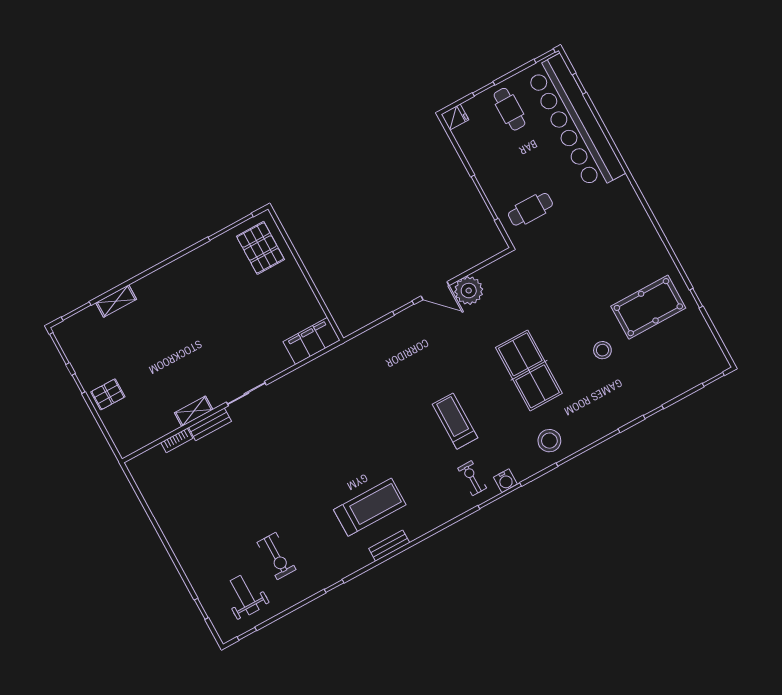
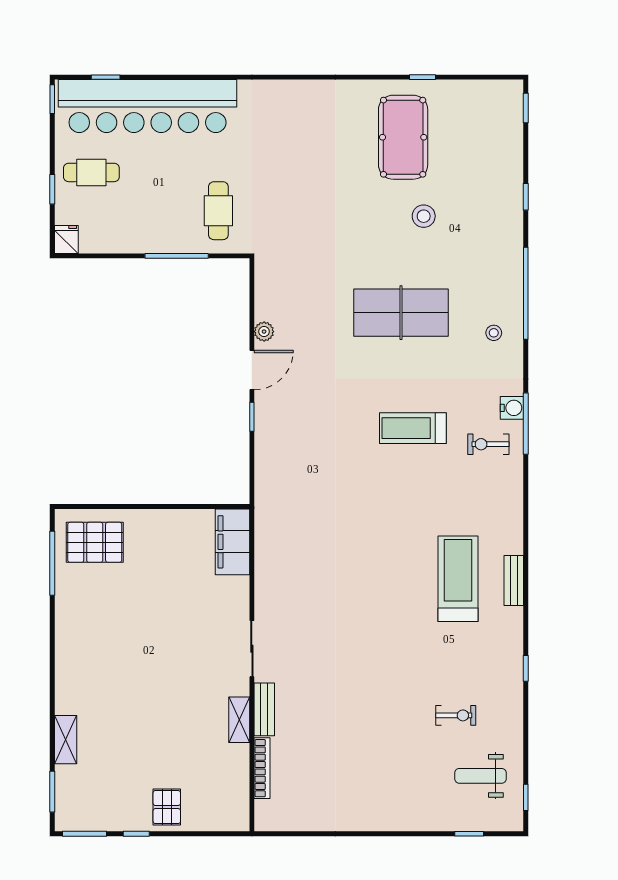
plant: (469, 291) -> (264, 332), width x0.53, depth x0.53
bookcase: (177, 440) -> (262, 768), width x1.56
stool: (549, 441) -> (494, 333), width x0.53, depth x0.53
exercise bike: (277, 556) -> (456, 715), width x0.73, depth x0.72

